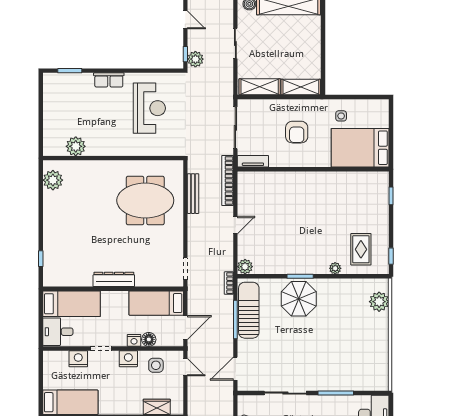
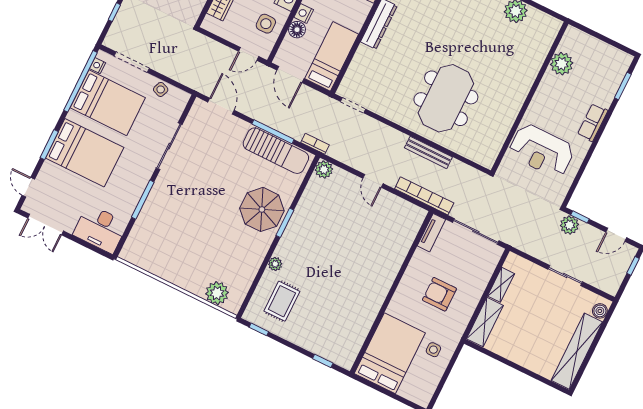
shelving: (260, 87) -> (501, 285), width x0.67, depth x0.75
plant: (76, 146) -> (562, 64), moved
wall: (113, 158) -> (530, 97), moved
rug: (361, 249) -> (282, 301), turned 90

